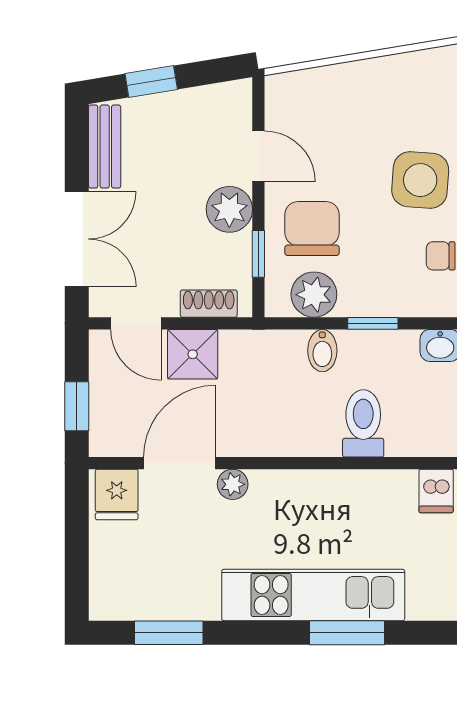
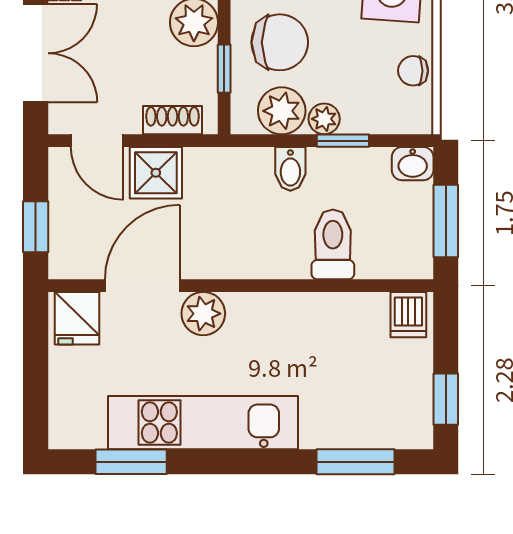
chair: (312, 229) -> (280, 42), turned 90
plant: (355, 302) -> (324, 119), added
plant: (233, 484) -> (203, 314), width x1.38, depth x1.38
kitchen unit: (313, 595) -> (203, 423), moved
window: (347, 633) -> (356, 462), moved

